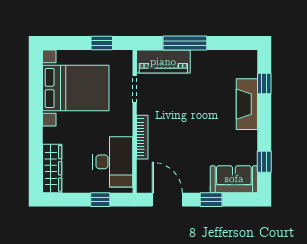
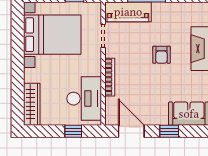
armchair: (202, 111) -> (161, 55), added

